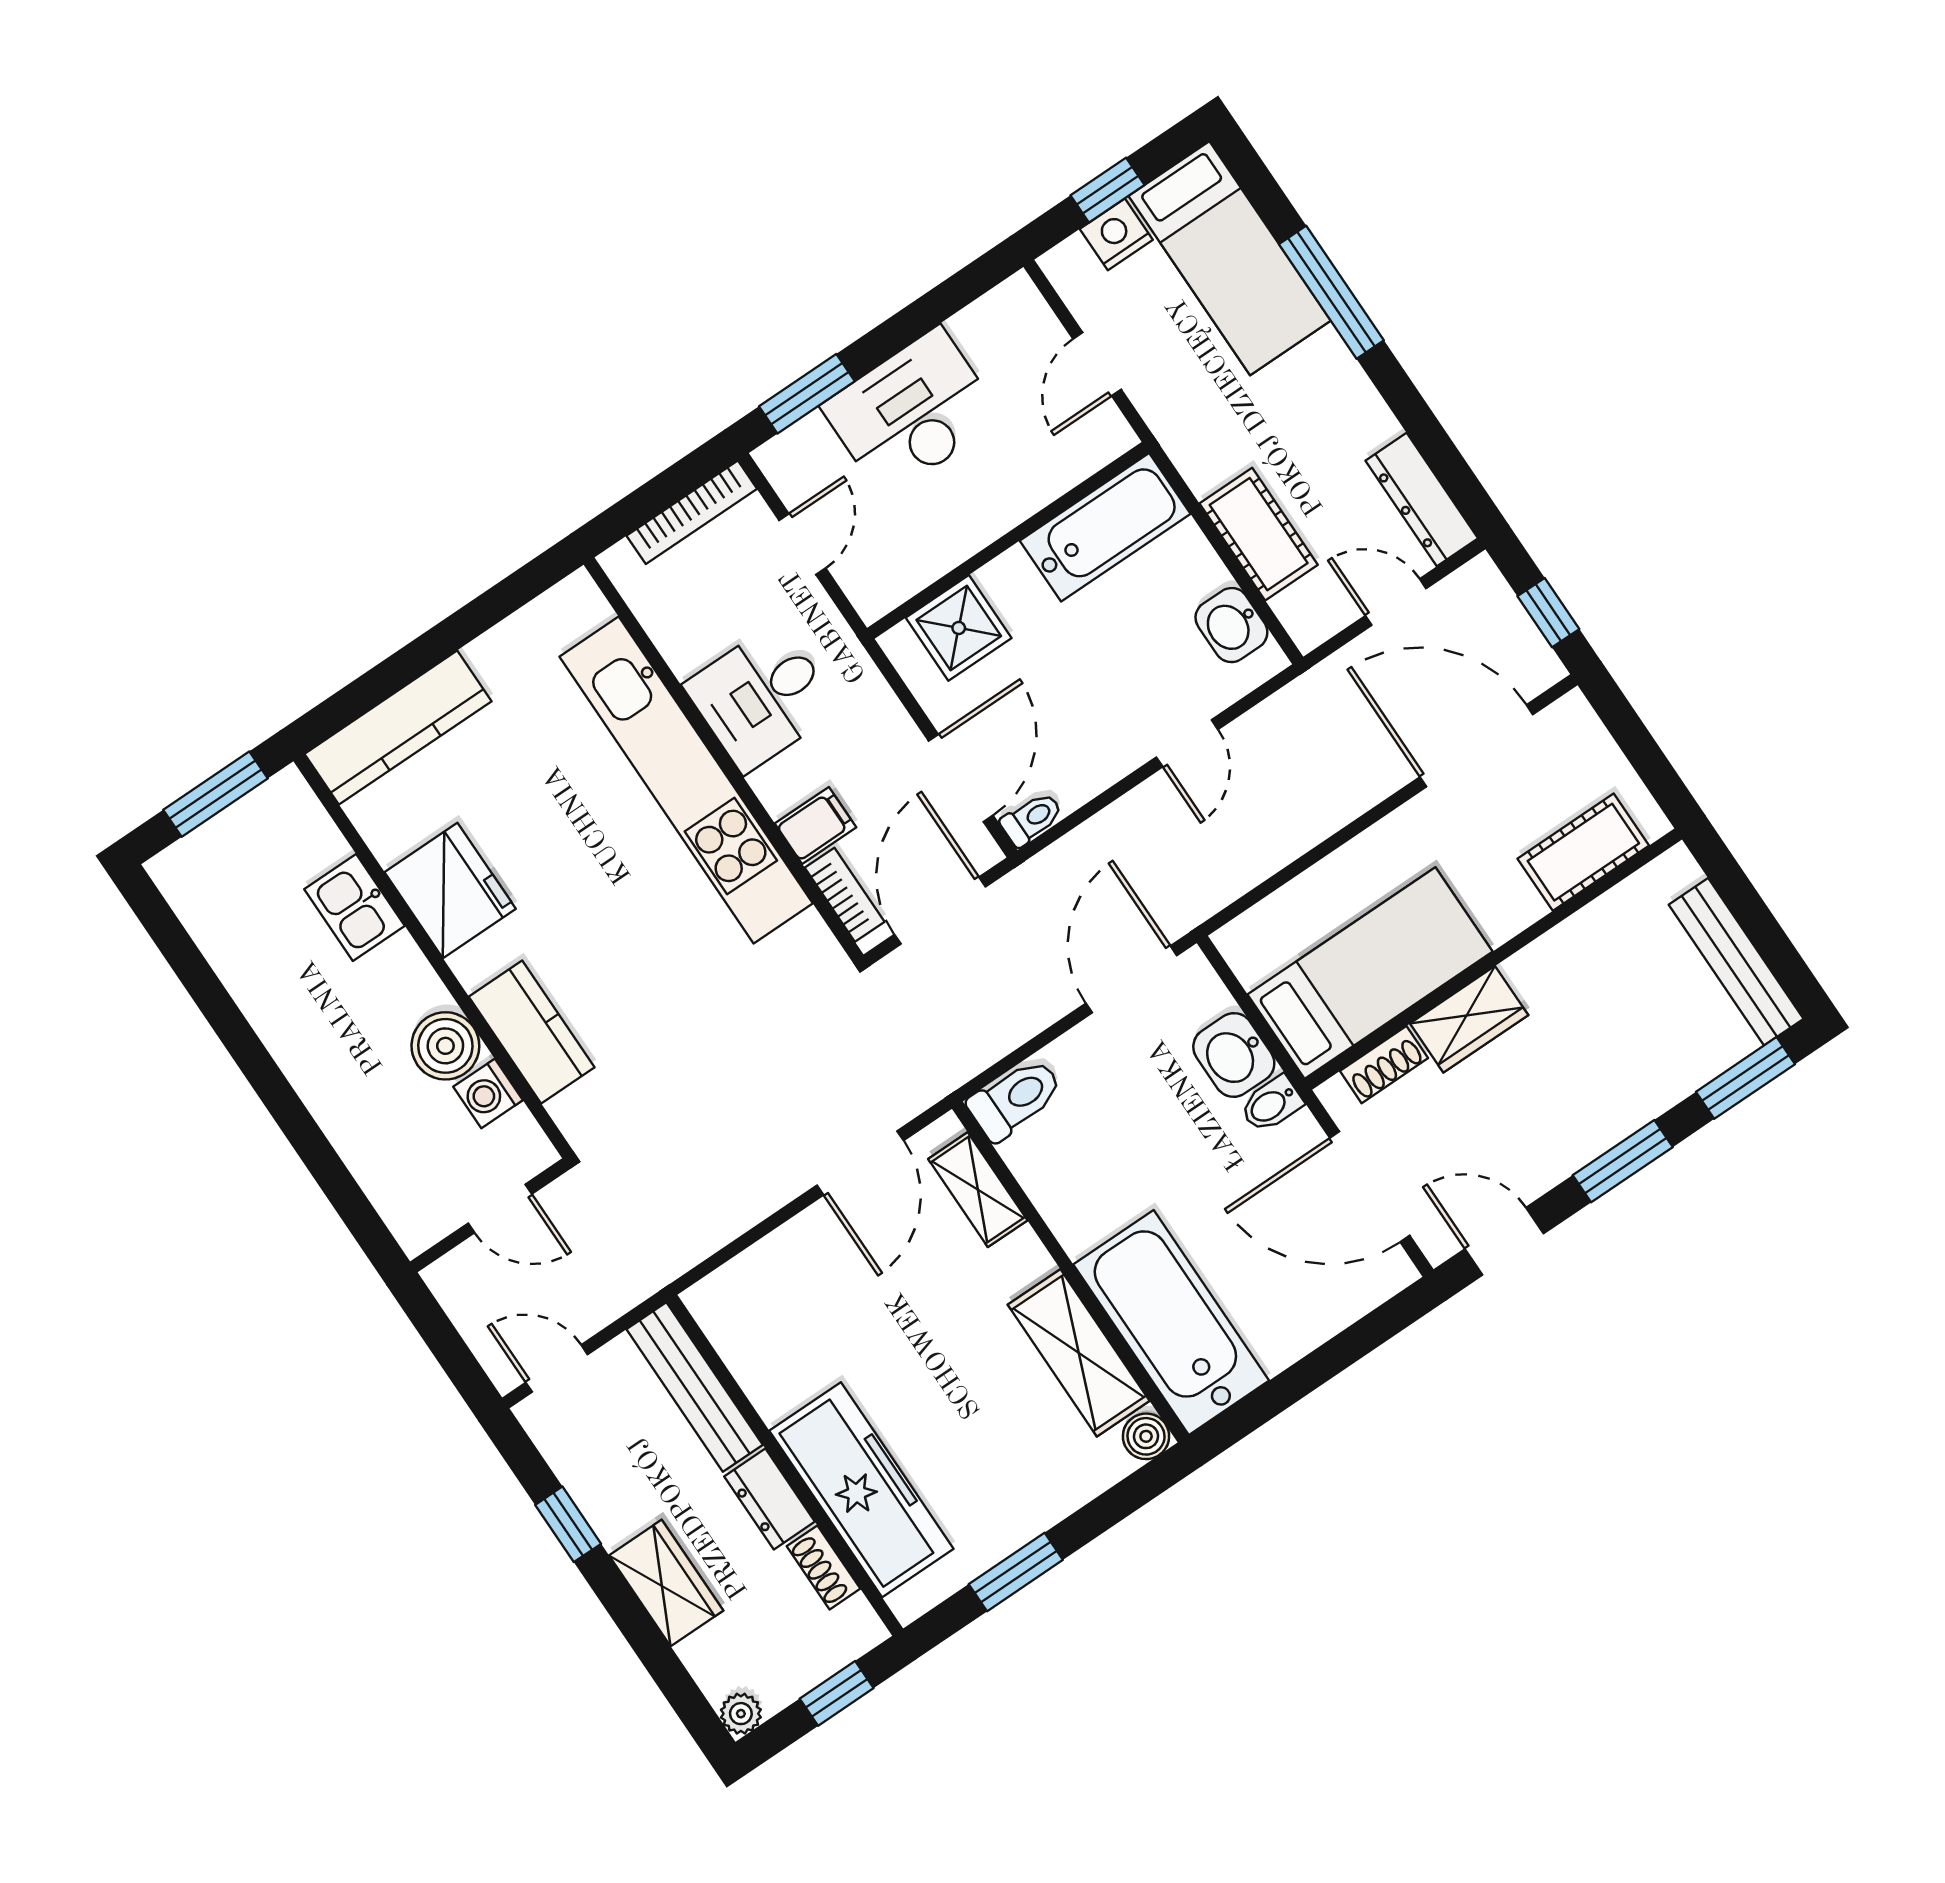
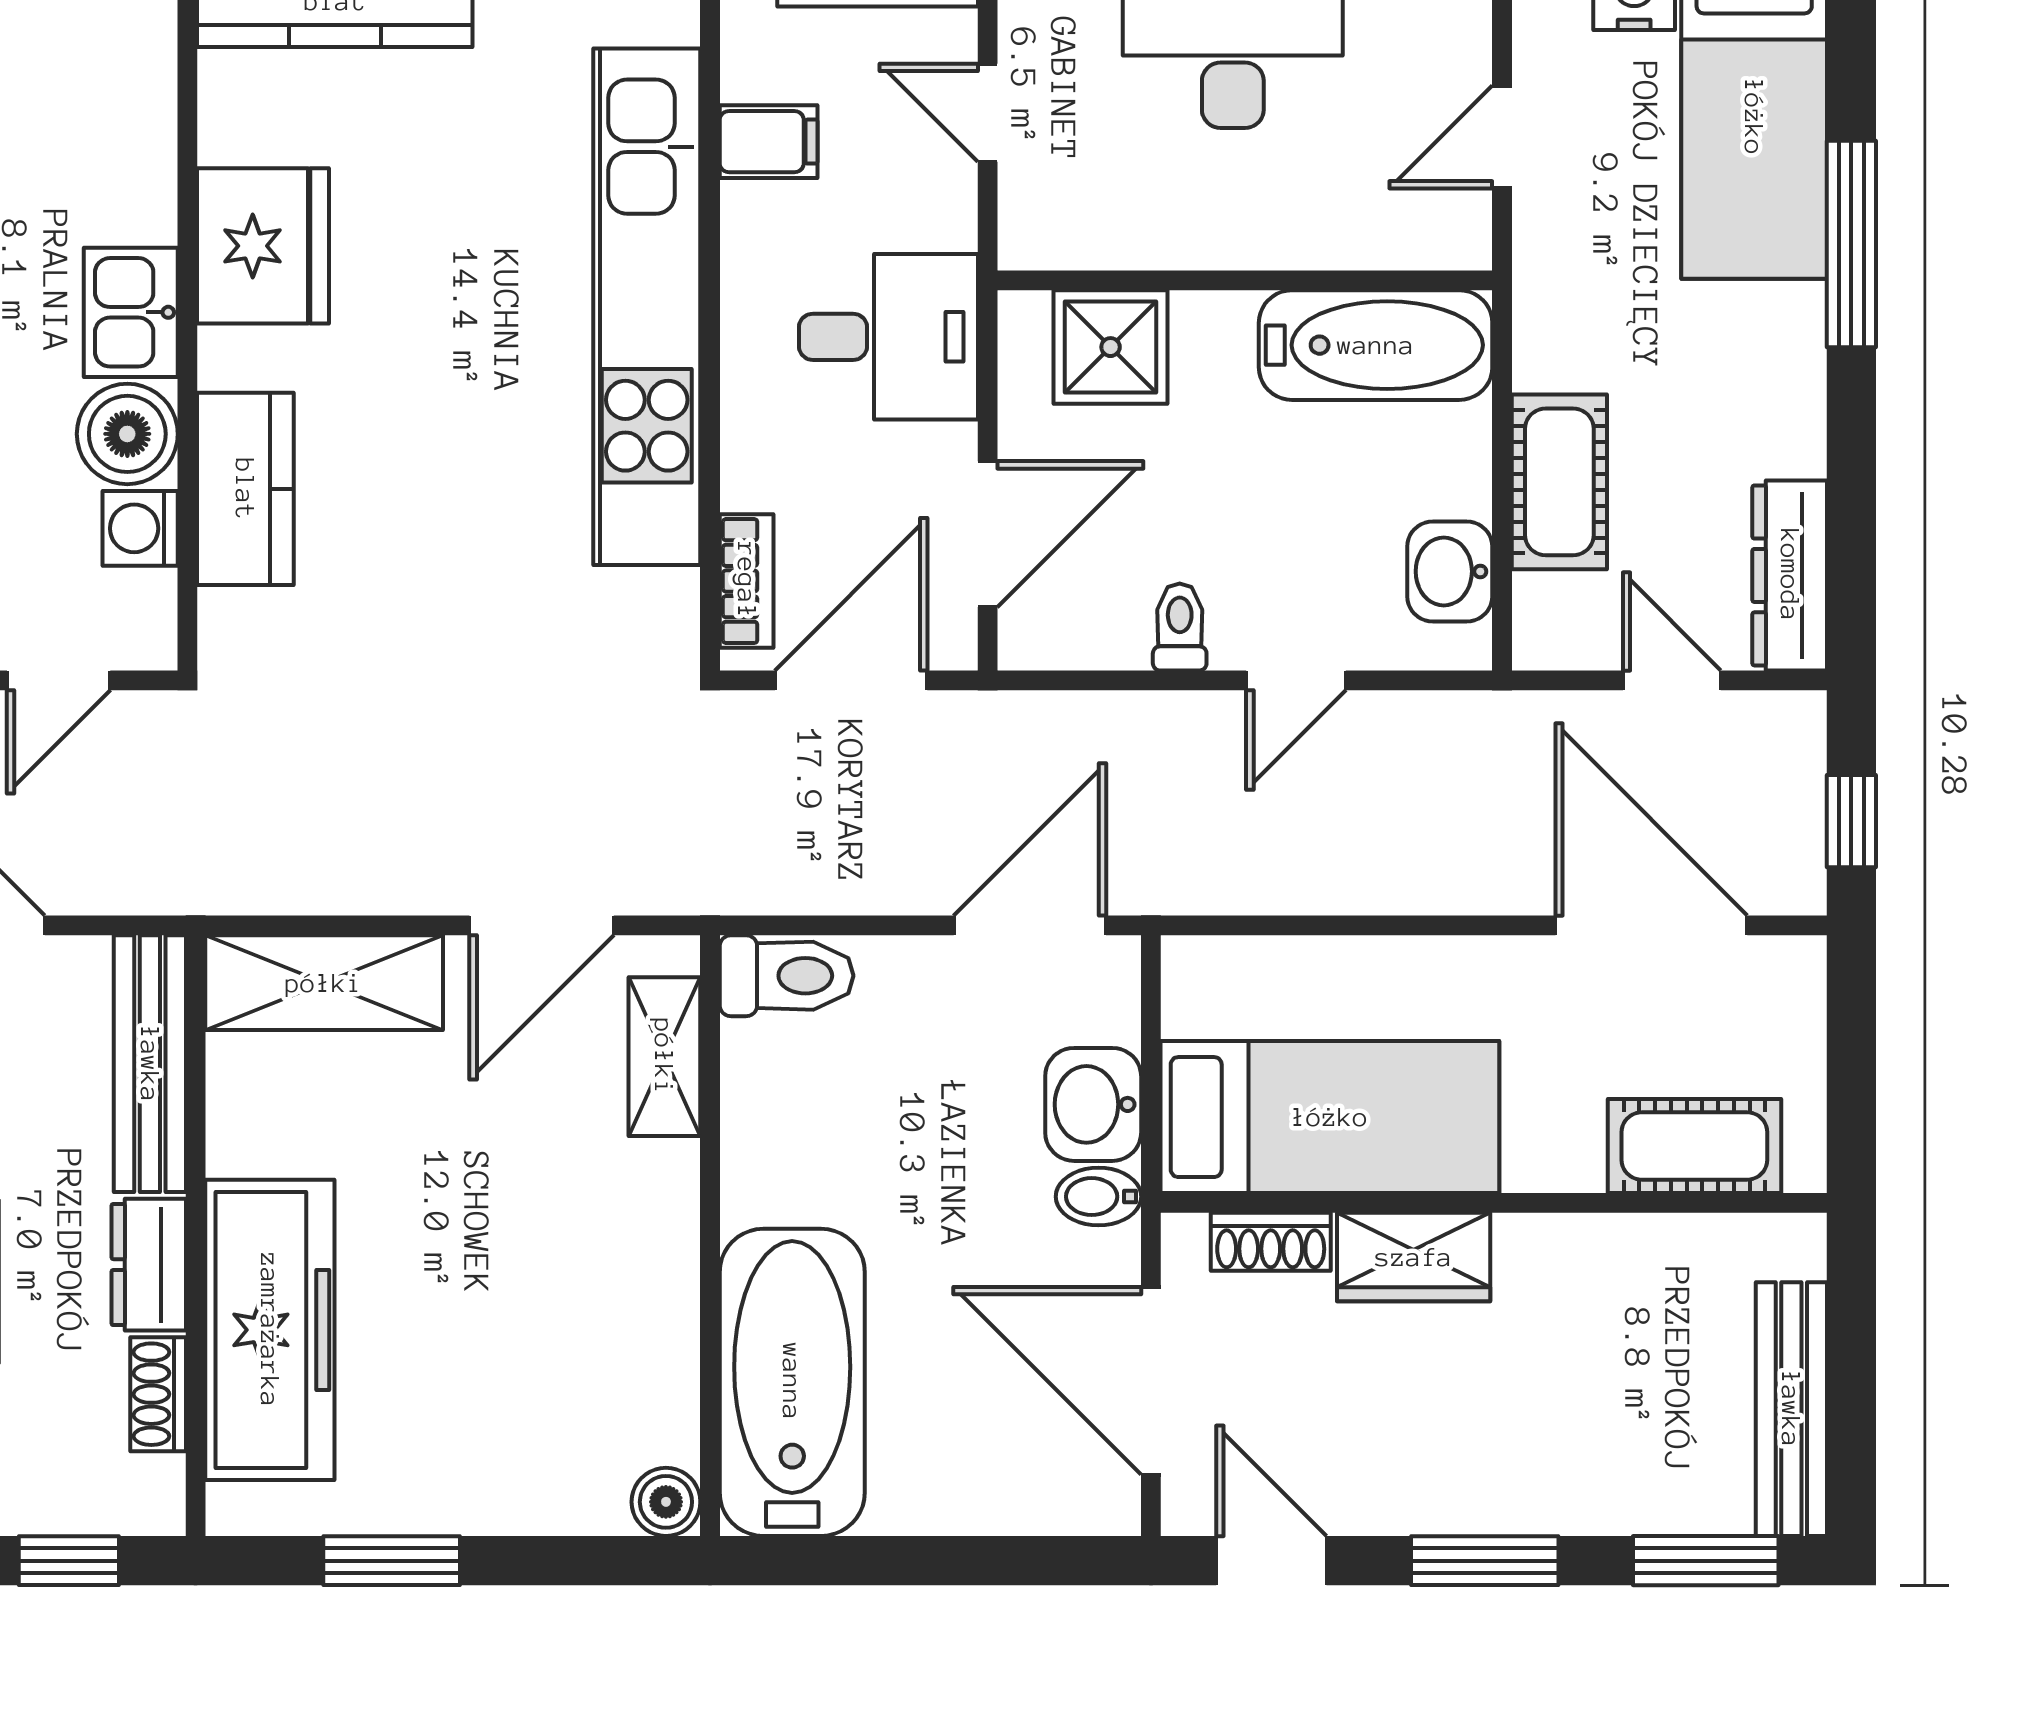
door: (802, 544) -> (988, 113), swing flipped
desk: (762, 697) -> (888, 337), moved, turned 180
toilet: (1032, 819) -> (1180, 627), moved, turned -90
filing cabinet: (815, 825) -> (769, 142), moved
kitchen sink: (355, 907) -> (131, 312), moved
door: (500, 1209) -> (59, 680), hinge flipped
shelving: (1079, 1353) -> (324, 983), moved, turned 90

